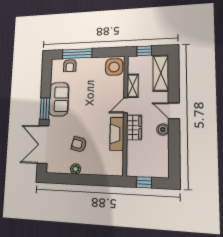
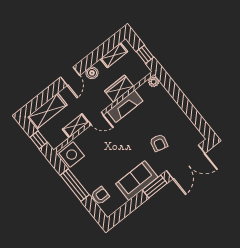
window: (77, 54) -> (75, 185), moved
wardrobe: (134, 128) -> (119, 89), moved
armchair: (79, 144) -> (159, 143), moved
shelving: (163, 158) -> (114, 55), added
plant: (75, 169) -> (154, 82), moved

